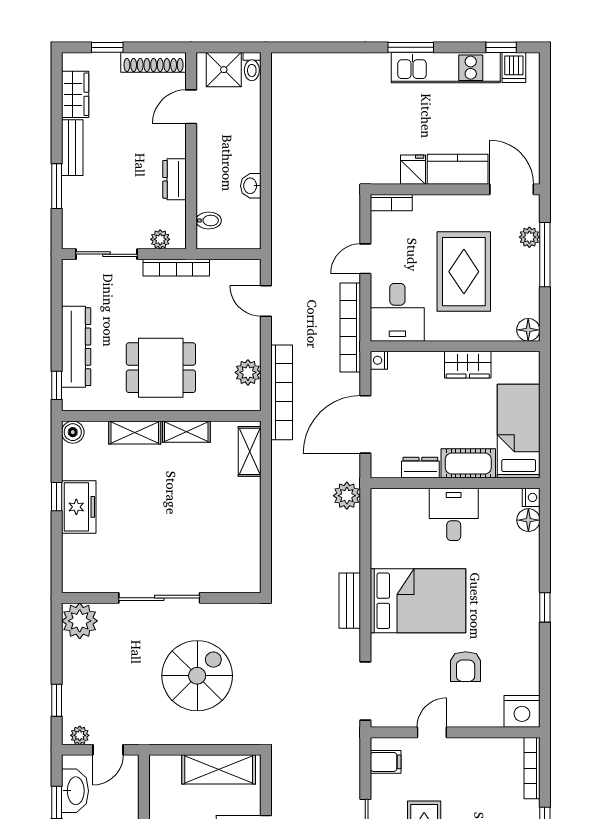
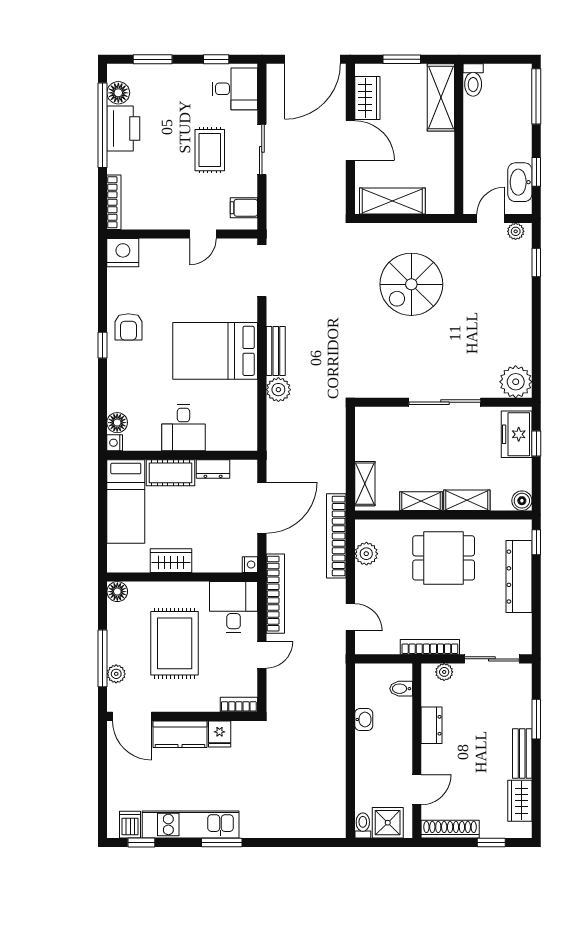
plant: (347, 496) -> (278, 390), moved
sliding door: (159, 598) -> (445, 402), moved
wall: (161, 598) -> (443, 402), moved
plant: (80, 621) -> (516, 382), moved
armchair: (466, 667) -> (128, 327), moved, turned 180

